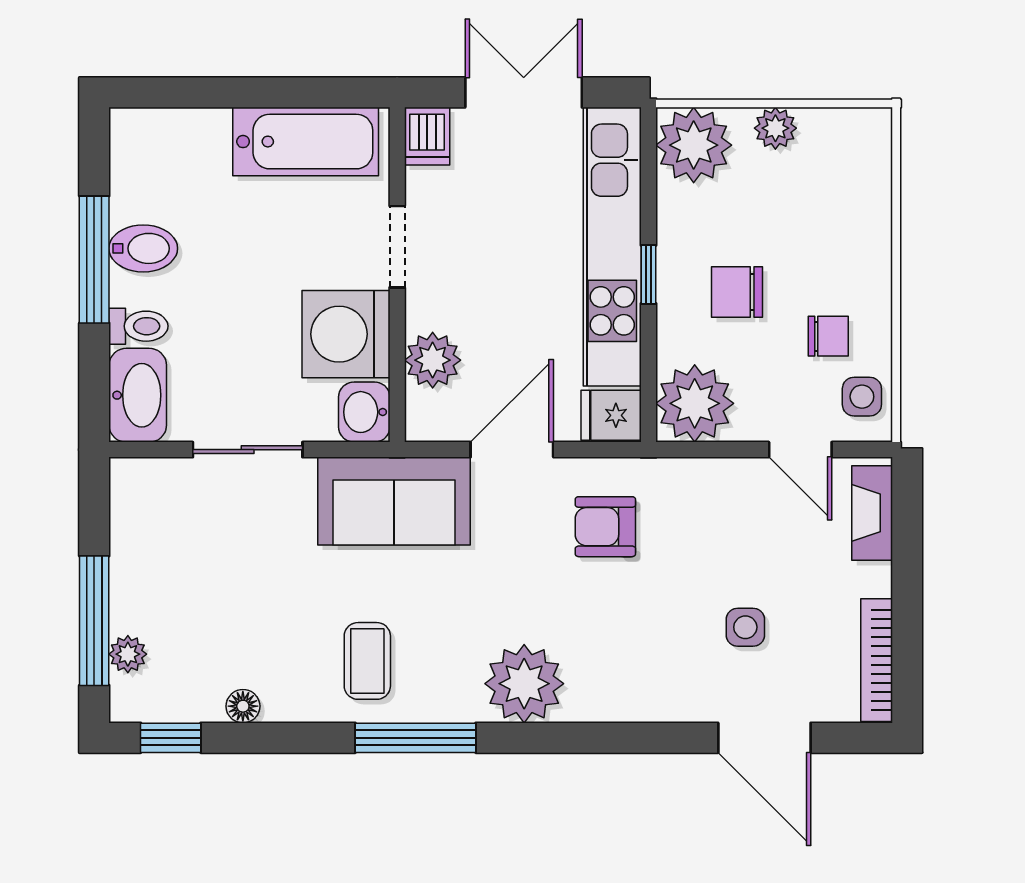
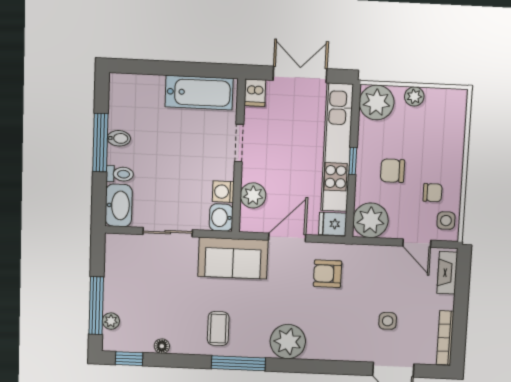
bidet: (143, 248) -> (119, 138), width x0.72, depth x0.74
washing machine: (346, 334) -> (223, 192), width x0.53, depth x0.53

